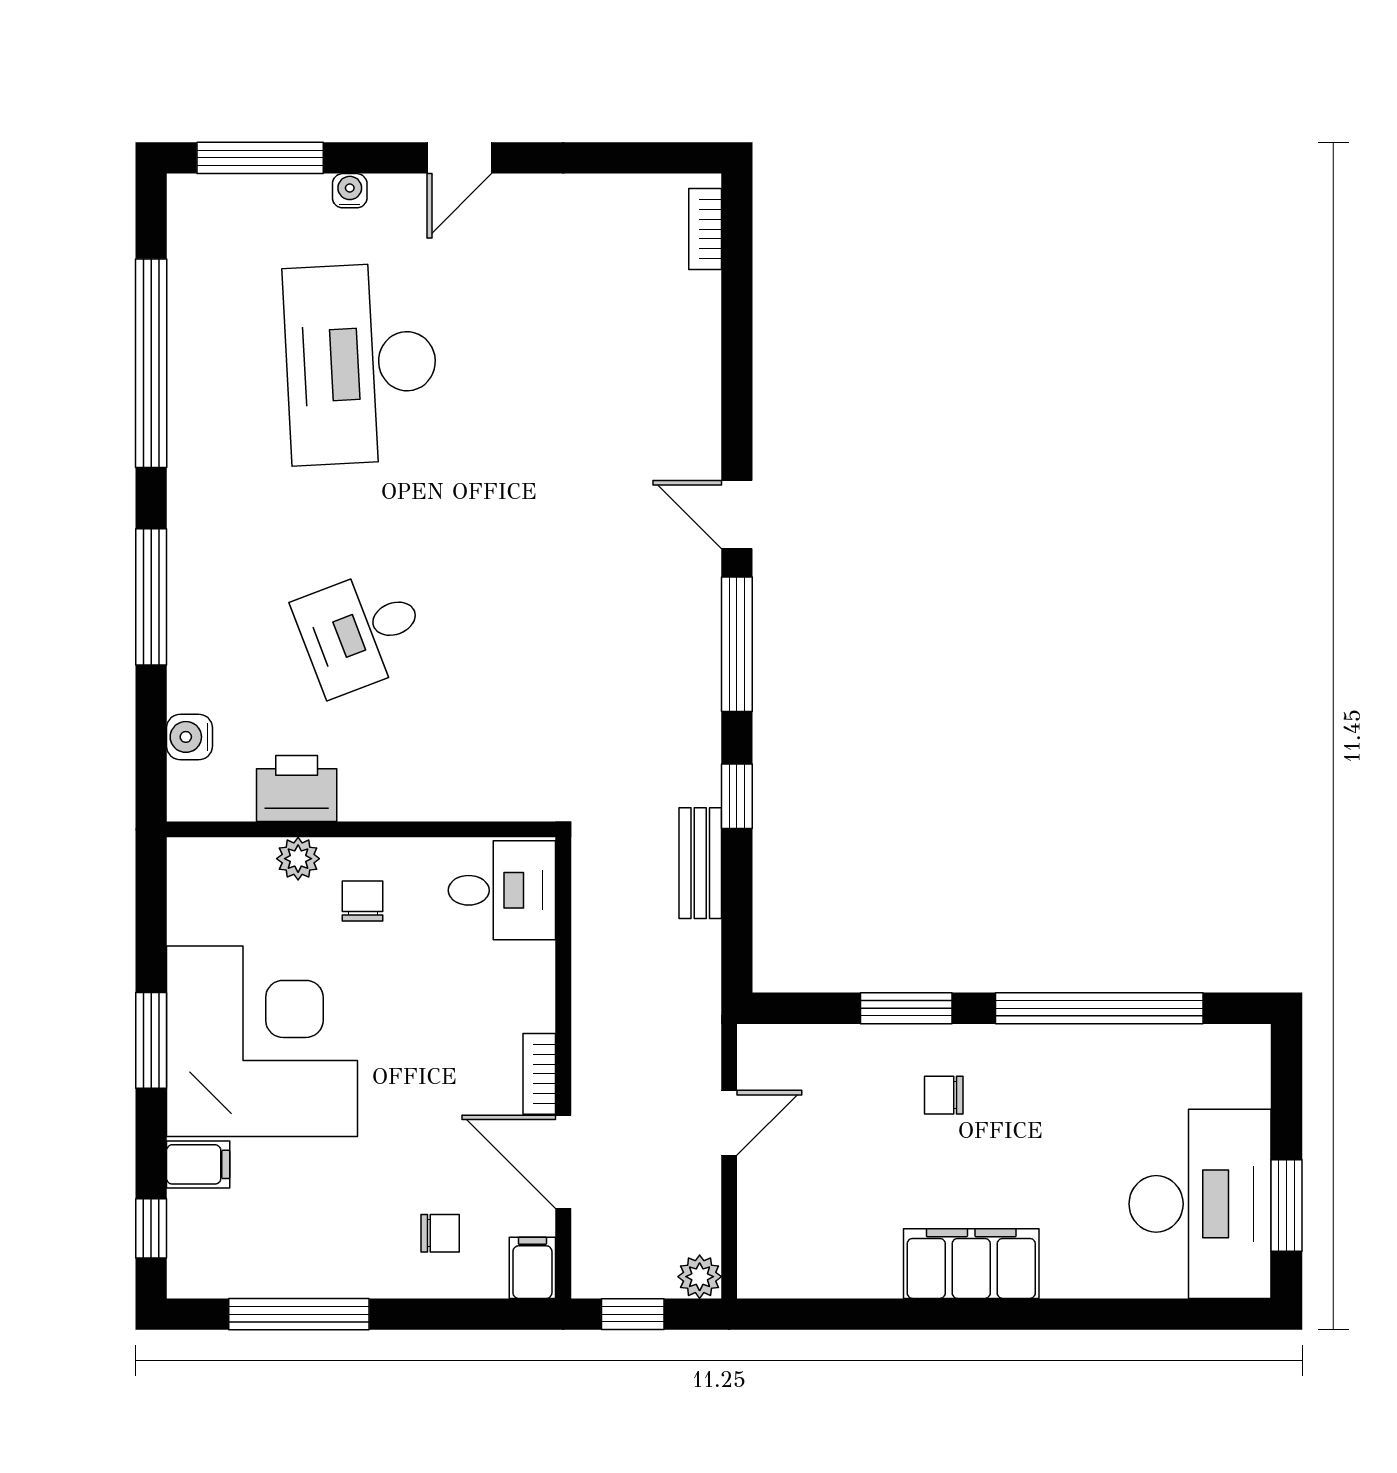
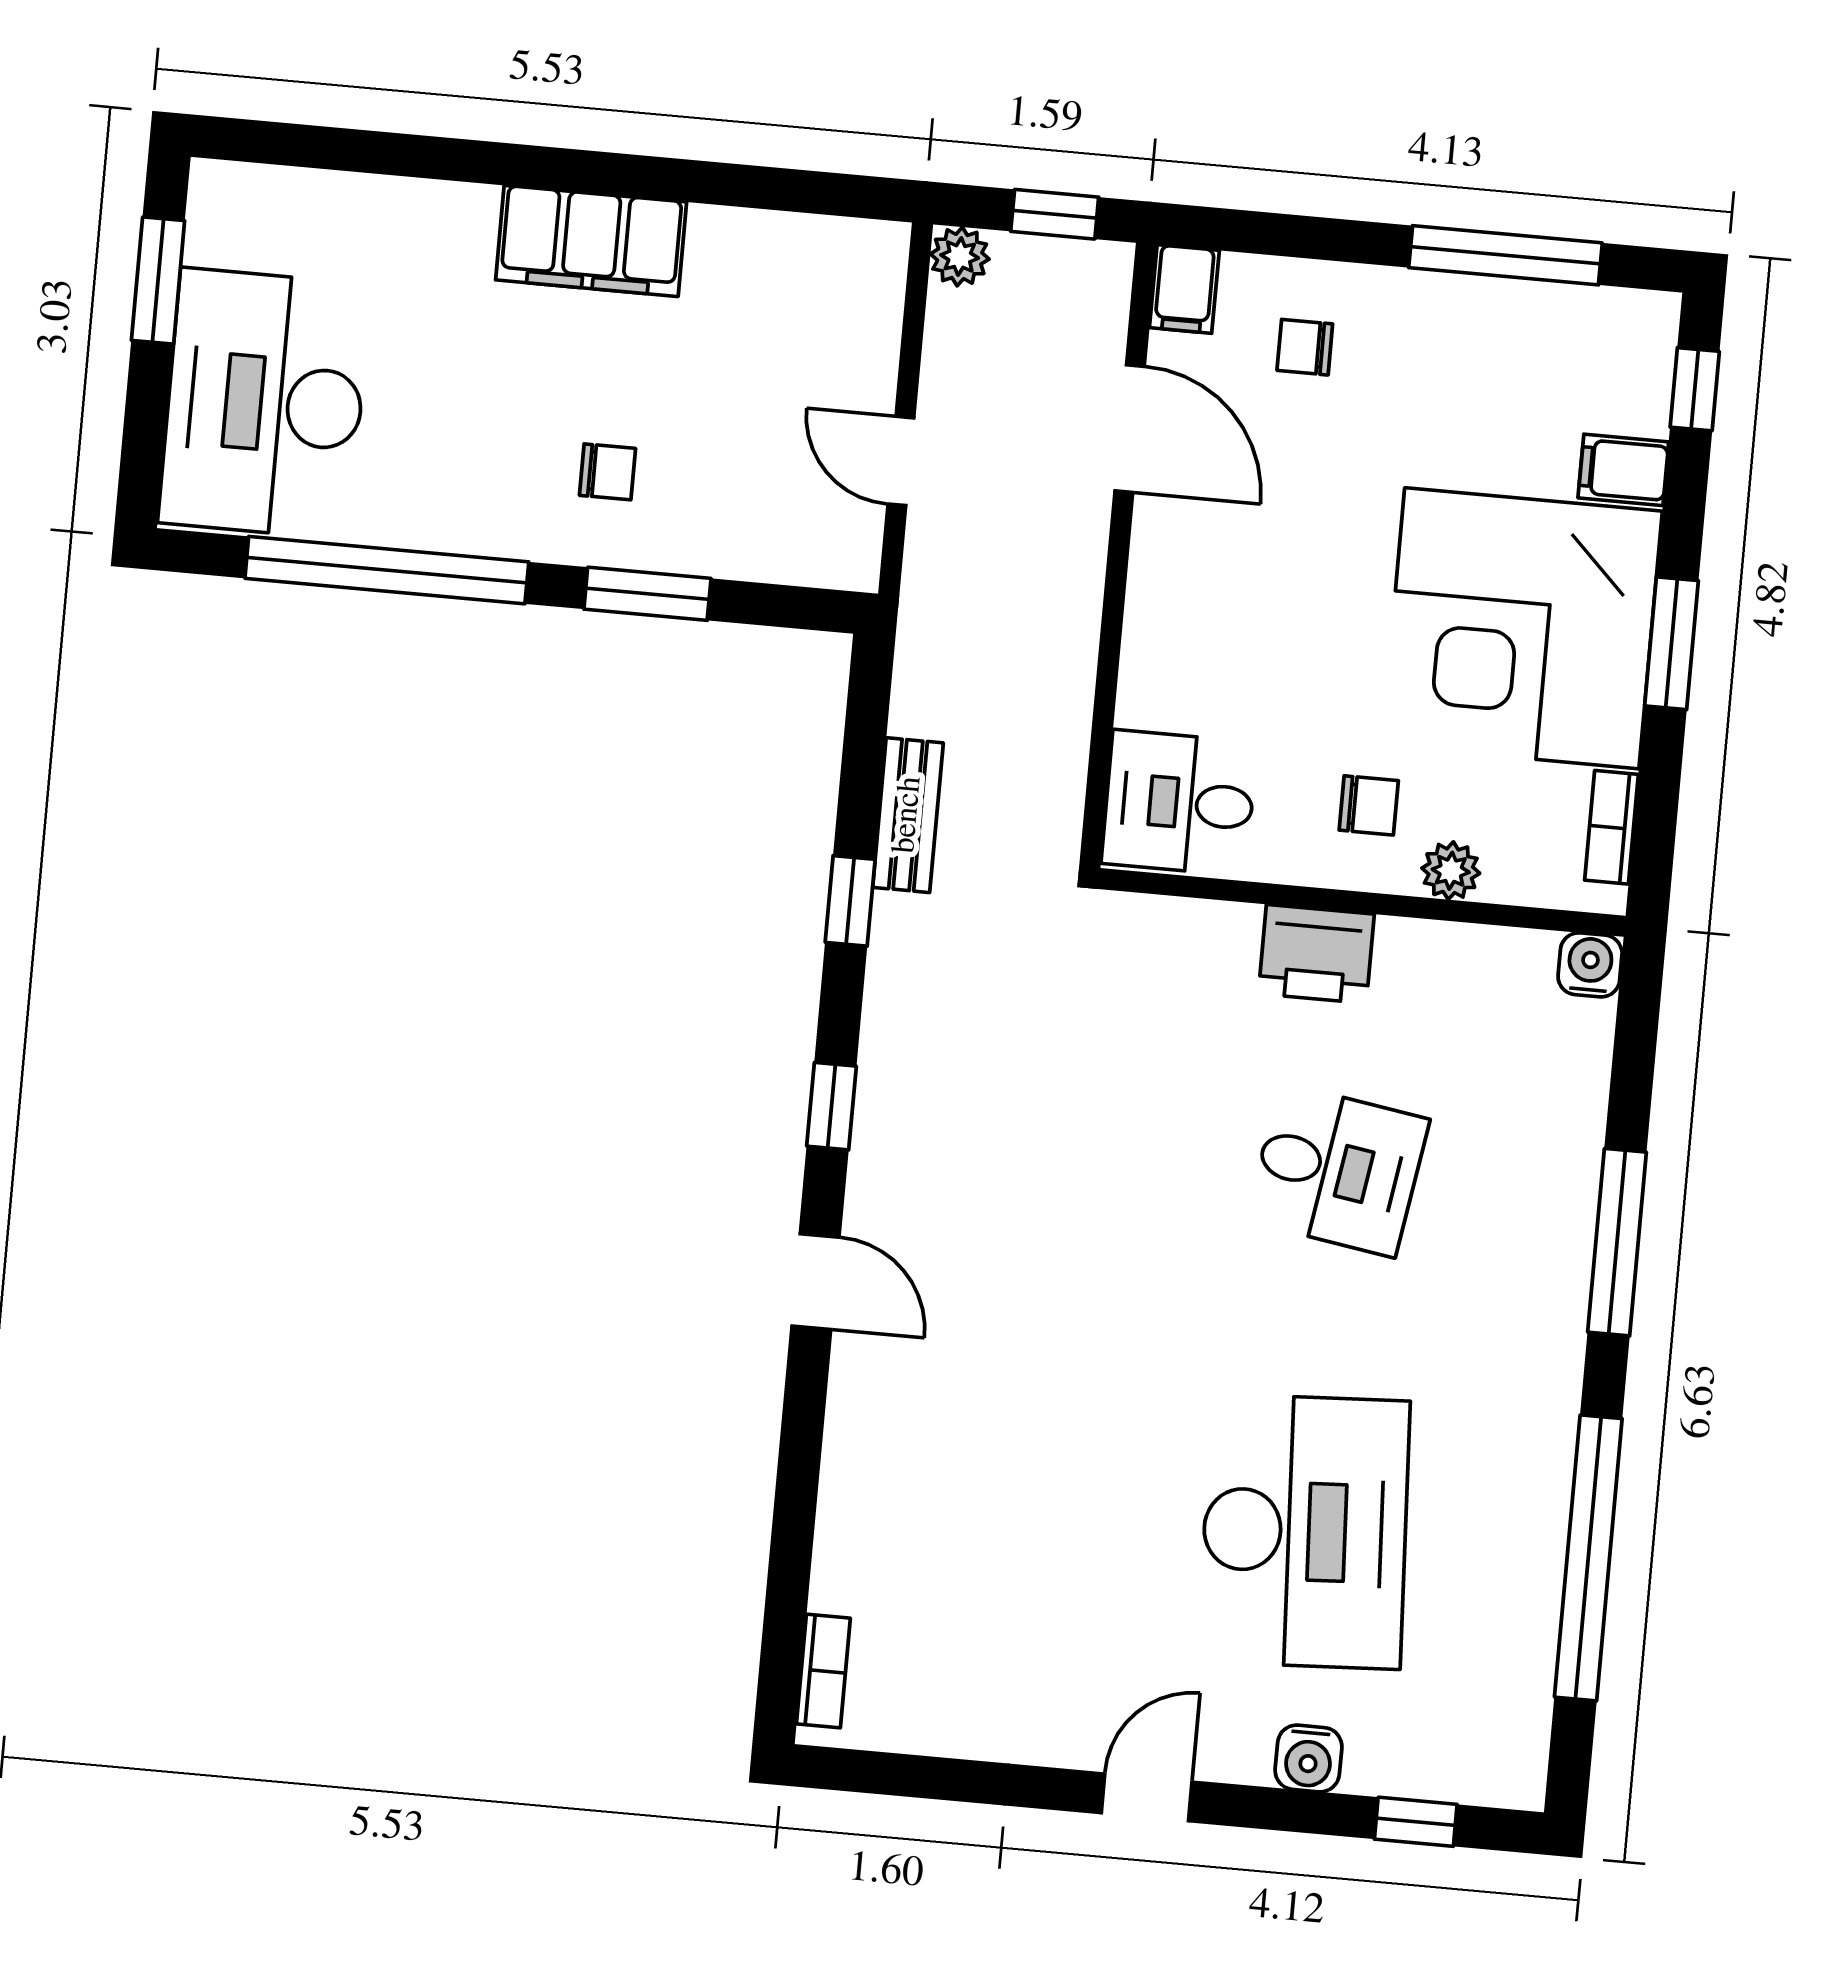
window: (260, 158) -> (1416, 1822), width x0.46
water cooler: (350, 191) -> (1308, 1758), width x1.38, depth x1.38
desk: (361, 631) -> (1338, 1170), turned 30
window: (737, 644) -> (832, 1106), width x0.46
water cooler: (189, 737) -> (1590, 965), moved, turned -90
printer: (297, 788) -> (1316, 954), moved
chair: (363, 901) -> (1369, 805), turned -90
bookcase: (539, 1074) -> (1612, 827), moved, turned 180
door: (729, 1123) -> (901, 461), hinge flipped
desk: (1200, 1204) -> (265, 404), moved

